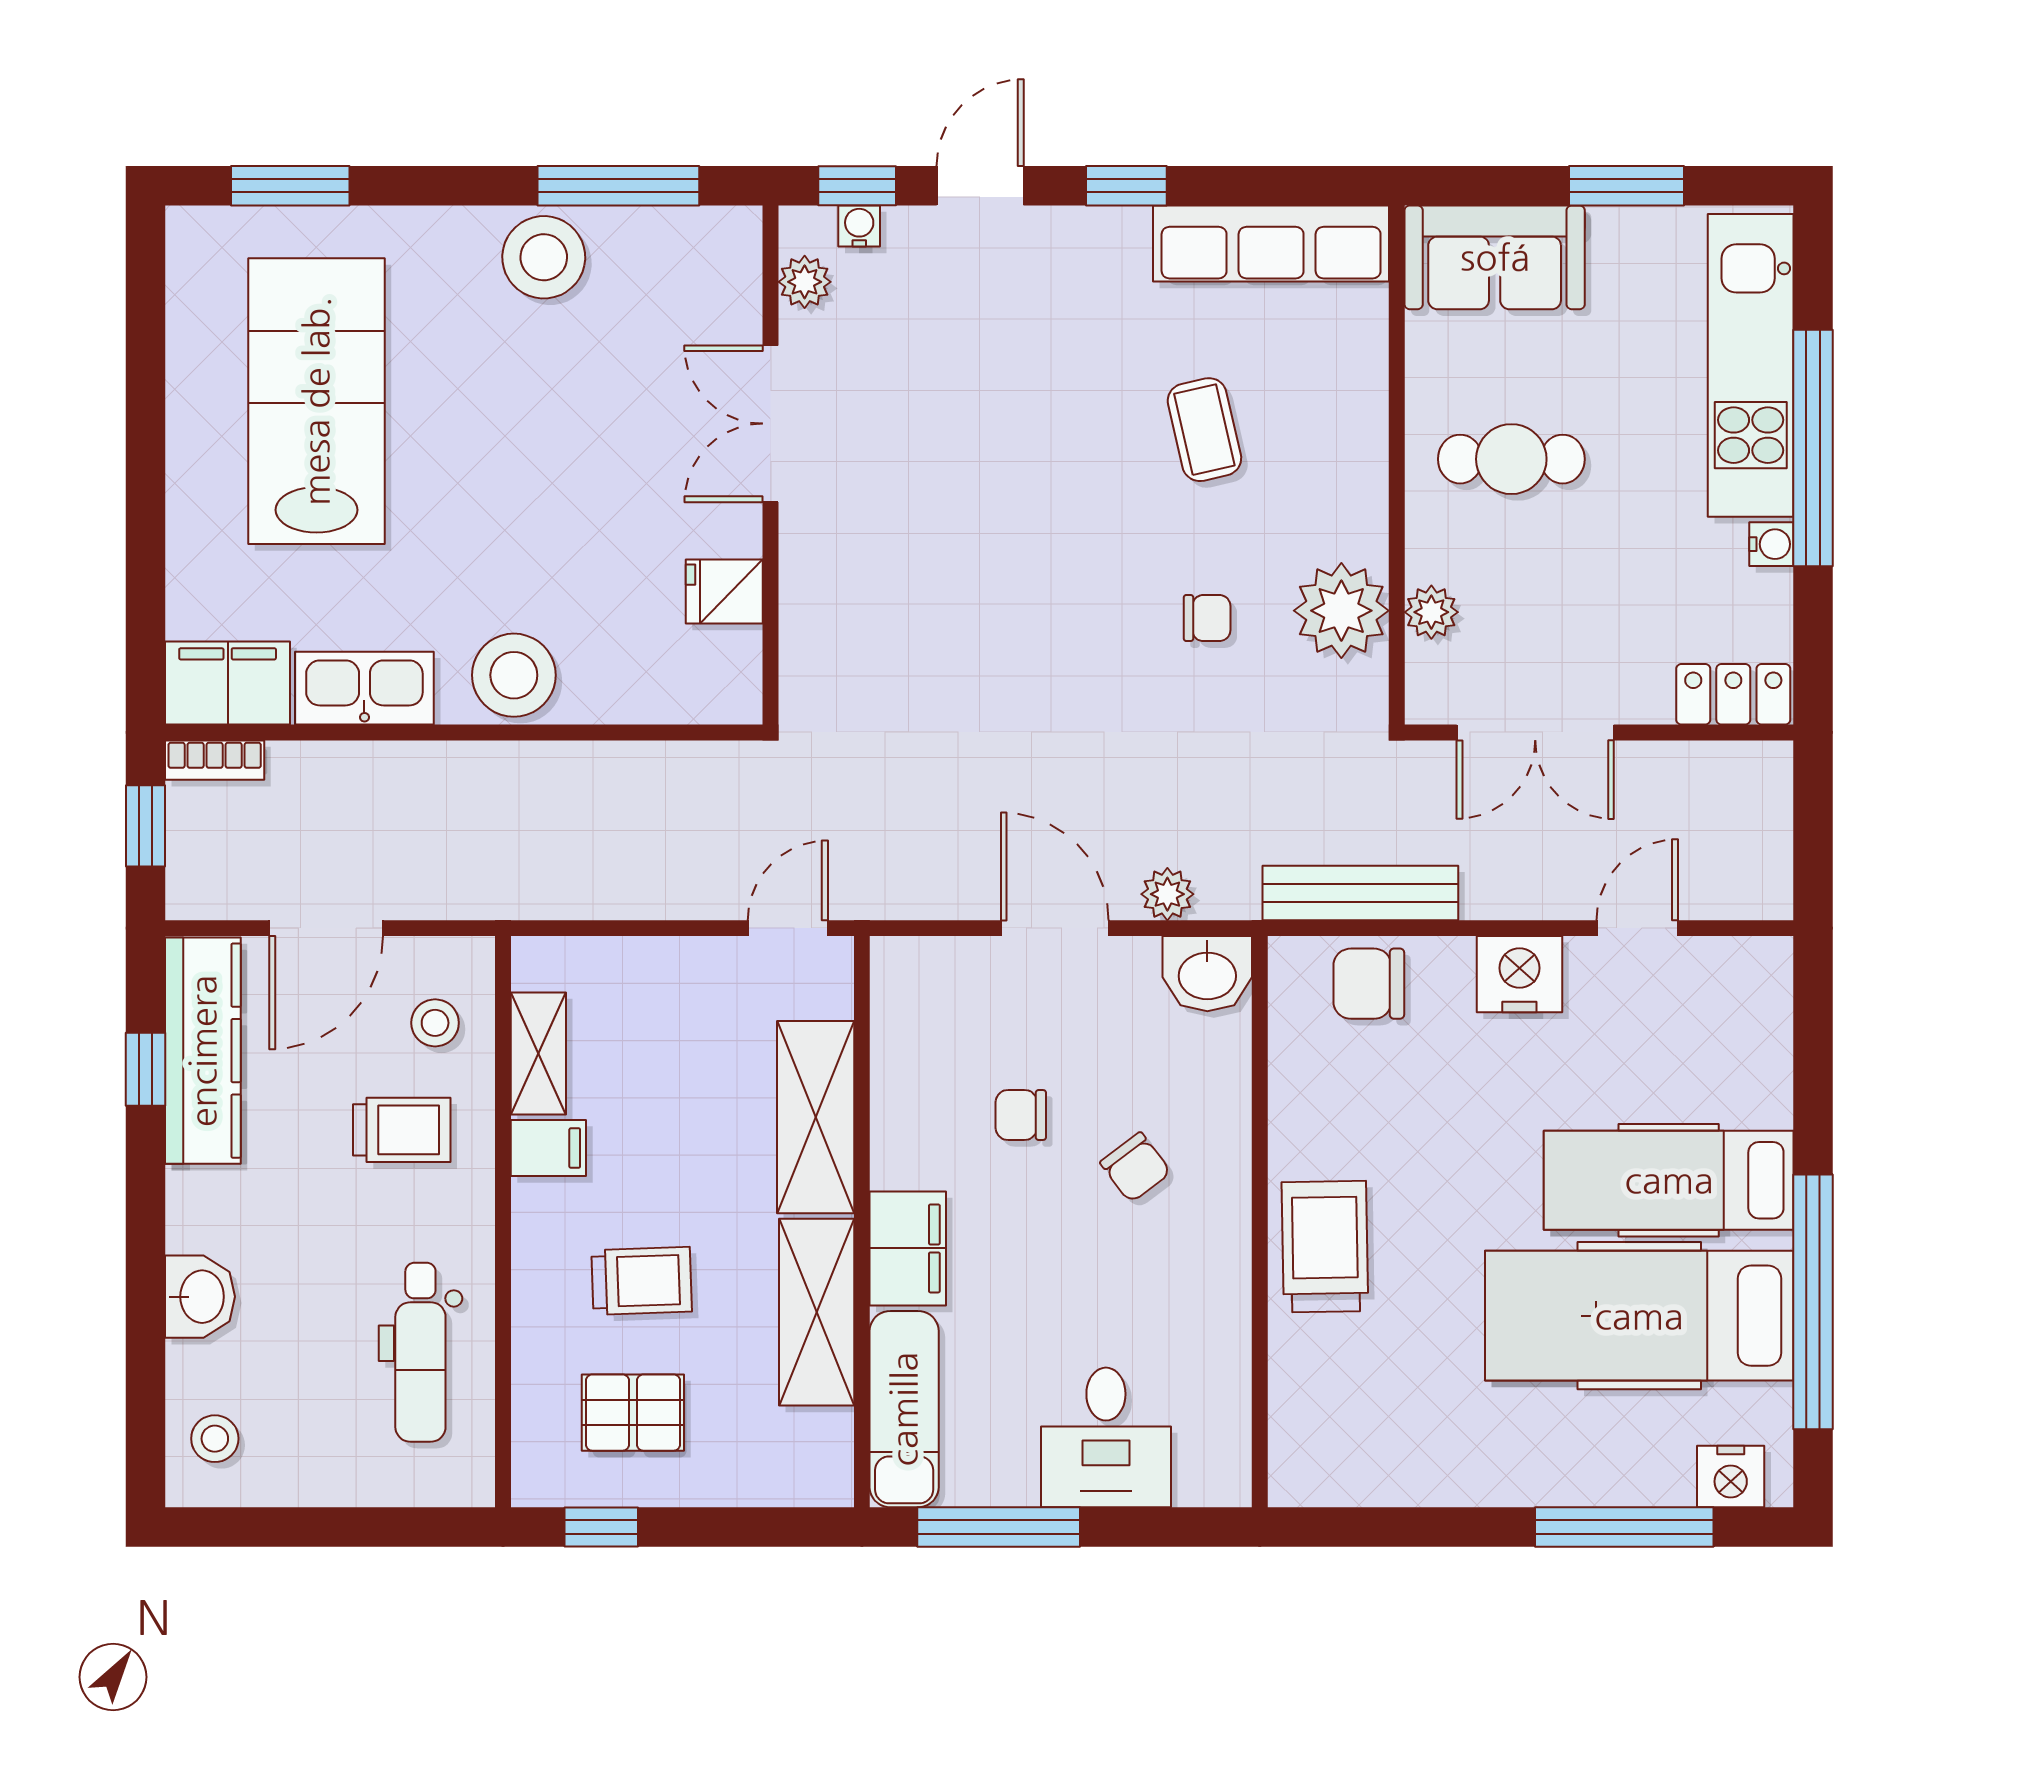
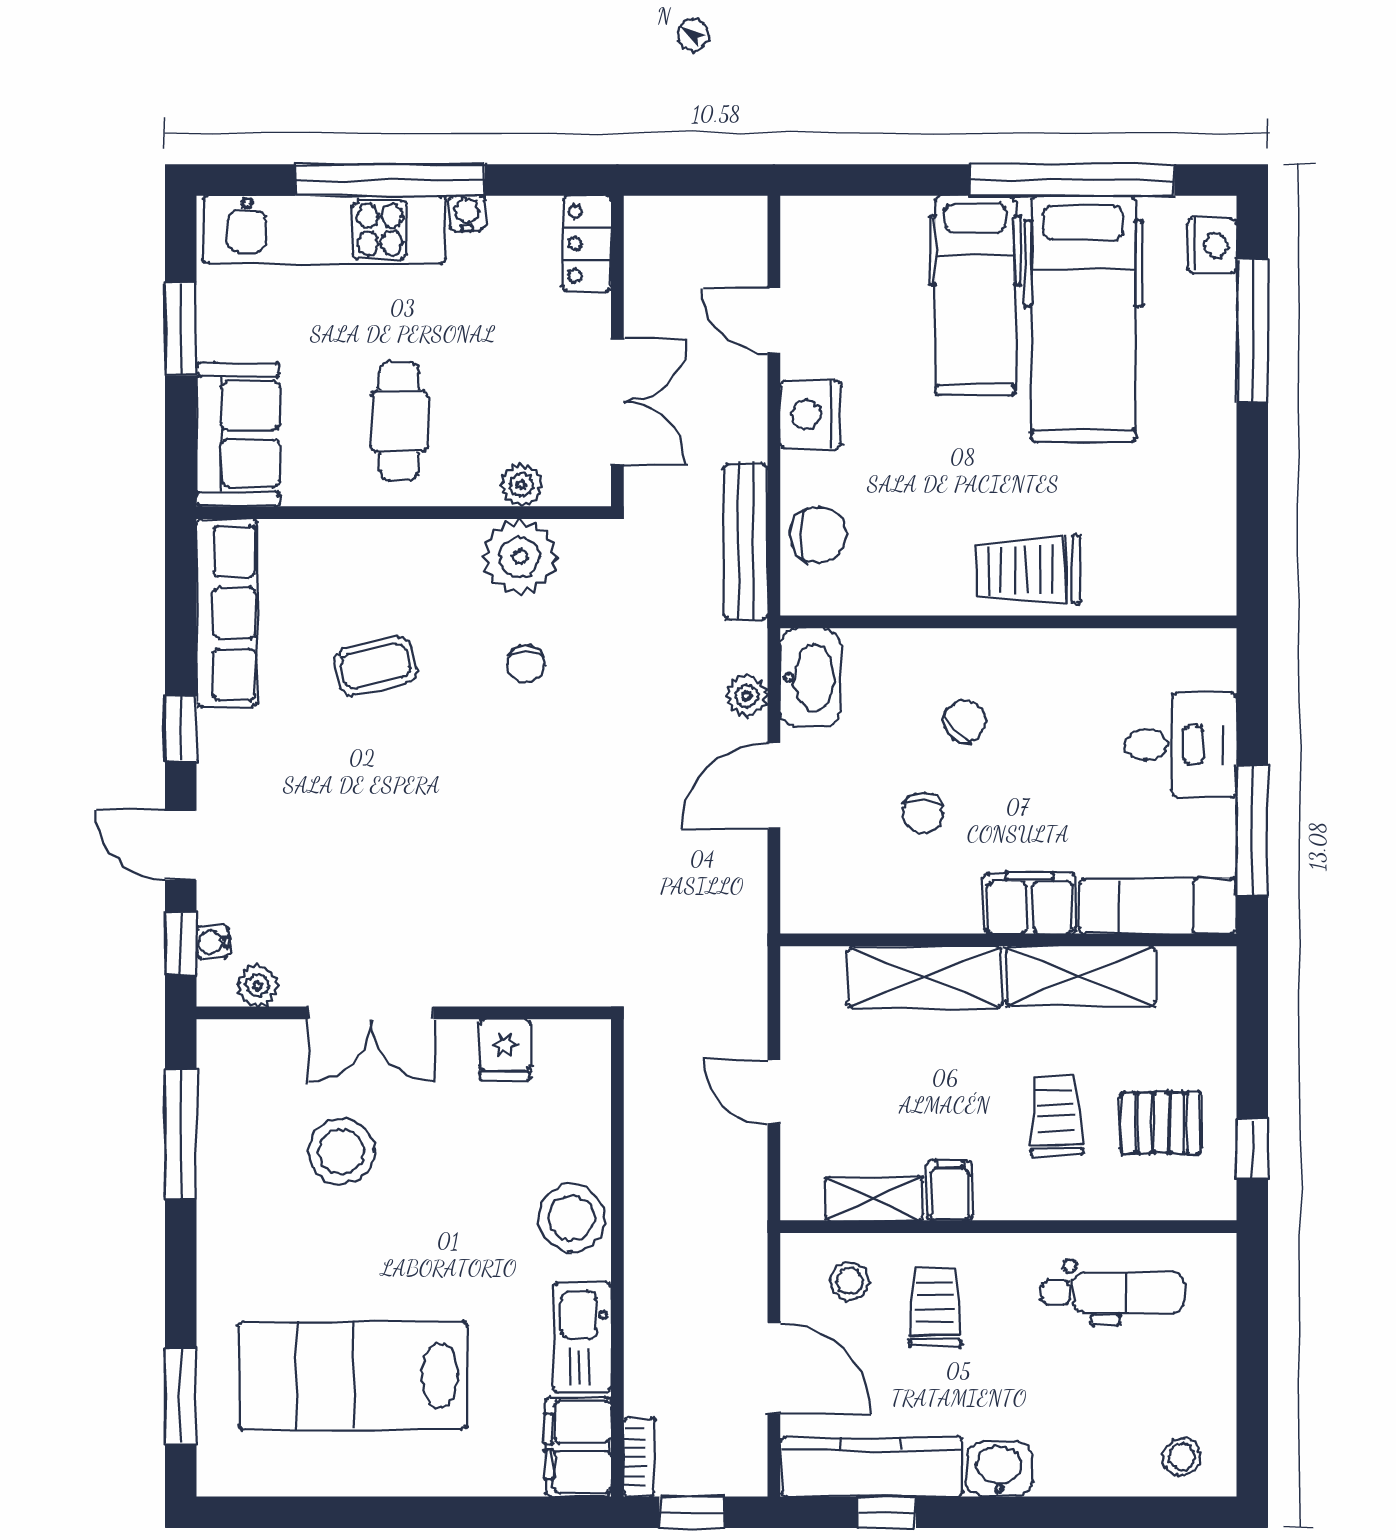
stool: (544, 257) -> (341, 1151), moved
chair: (1207, 618) -> (526, 664), turned 180
door: (788, 928) -> (774, 1092), moved
washbasin: (1207, 974) -> (810, 678), width x1.38
chair: (1369, 984) -> (818, 535), turned -90
washbasin: (200, 1297) -> (999, 1469), moved
pallet: (633, 1413) -> (1161, 1123), turned 90

